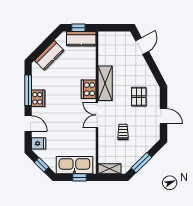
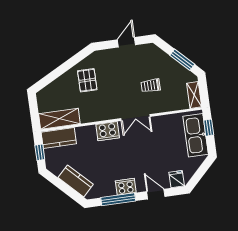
kitchen counter: (81, 39) -> (59, 138), moved, turned 90
door: (142, 46) -> (50, 78), removed
shelving: (105, 83) -> (59, 119), moved
pallet: (139, 97) -> (87, 80), moved, turned 90
door: (28, 124) -> (156, 194), hinge flipped
window: (42, 165) -> (200, 172), removed

